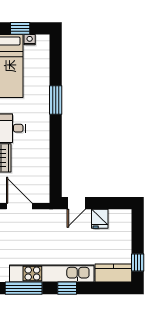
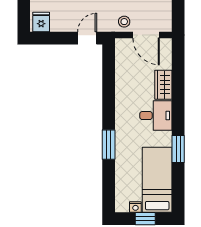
stool: (41, 219) -> (124, 22), added
fridge: (100, 219) -> (41, 22), moved

